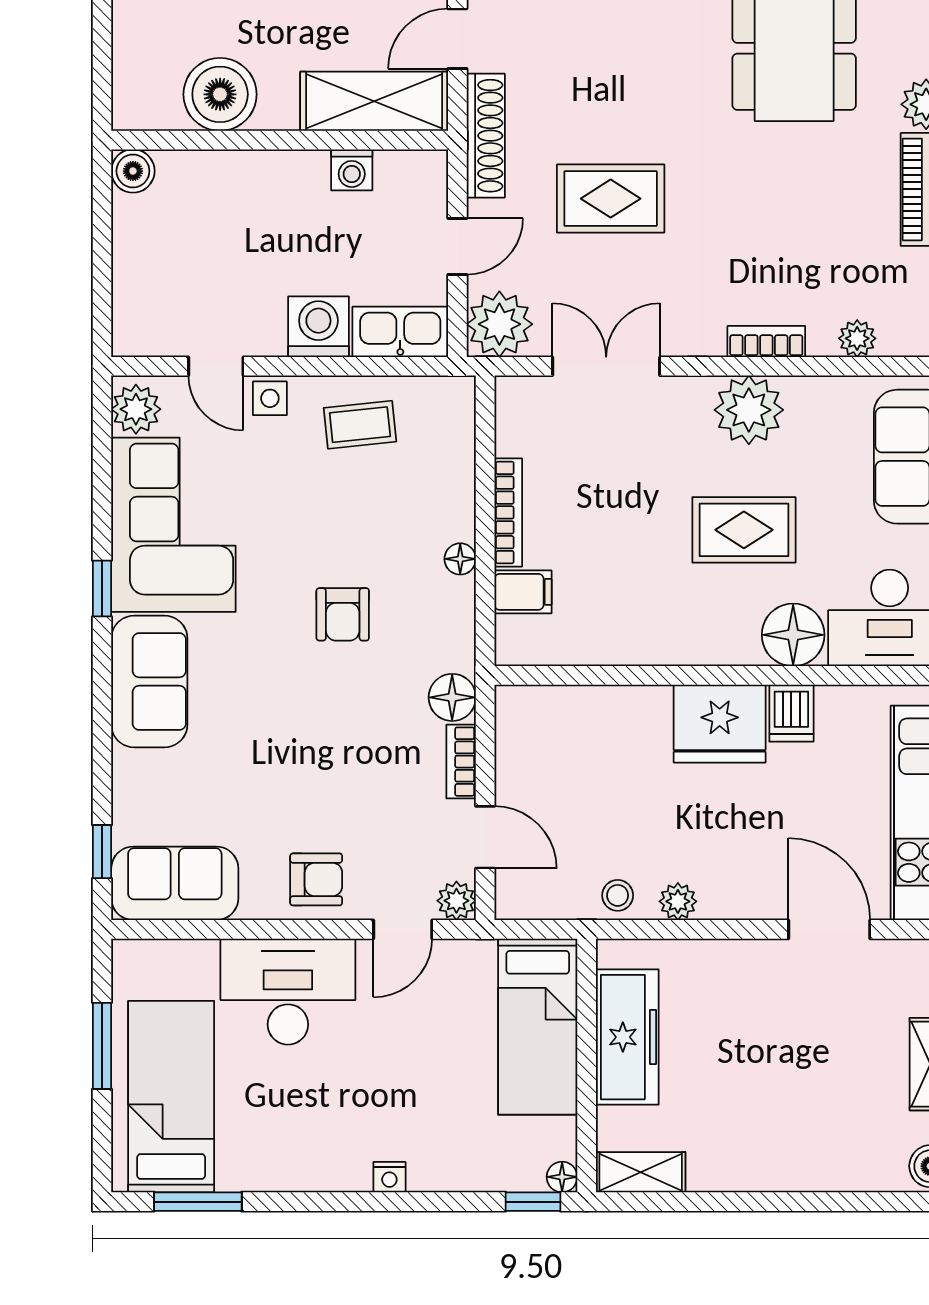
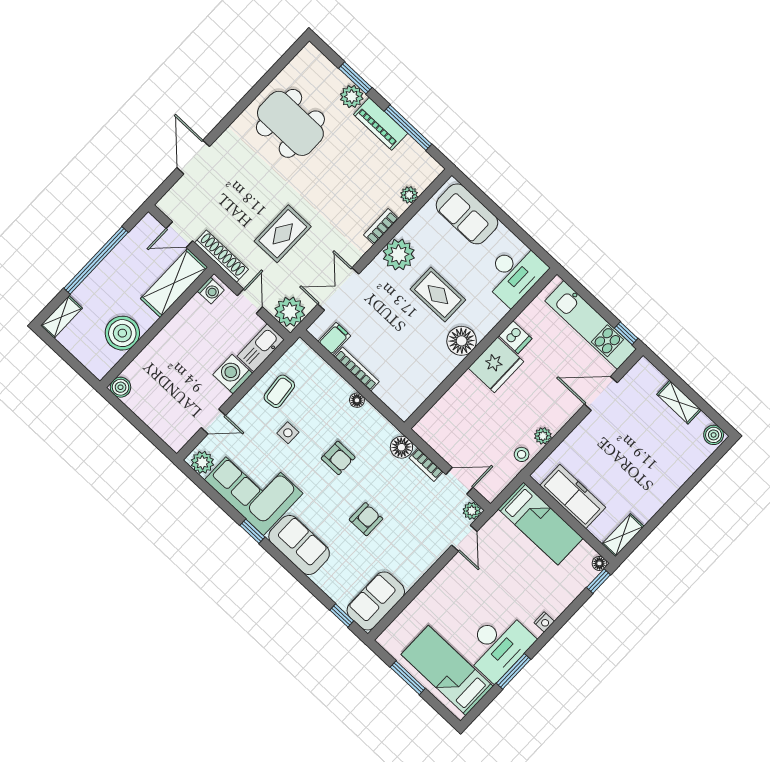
door: (457, 39) -> (179, 235), hinge flipped
washing machine: (352, 170) -> (211, 291), moved
side table: (270, 398) -> (288, 433), moved
rug: (744, 530) -> (438, 295), turned 90
filing cabinet: (523, 592) -> (334, 339), moved
floor lamp: (793, 635) -> (462, 341), moved
armchair: (316, 879) -> (366, 519), moved
desk: (288, 992) -> (498, 645), moved, turned 180
window: (198, 1202) -> (513, 671), moved

